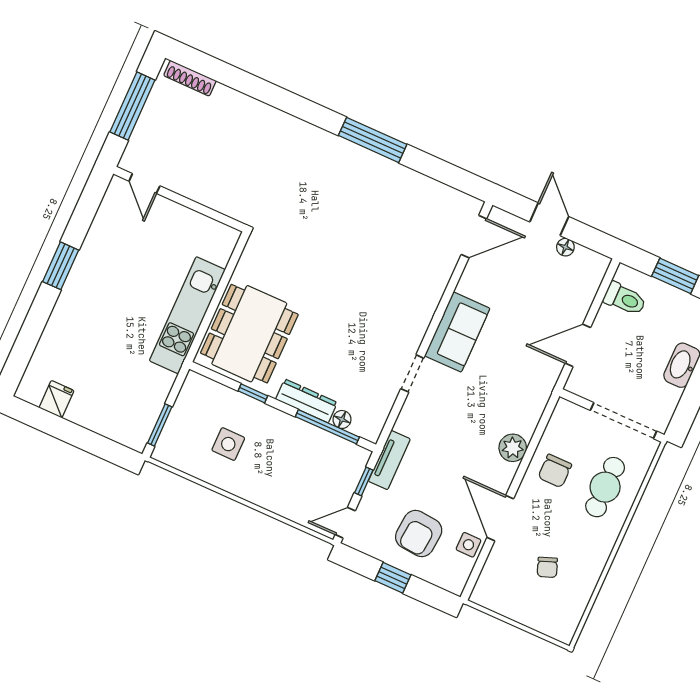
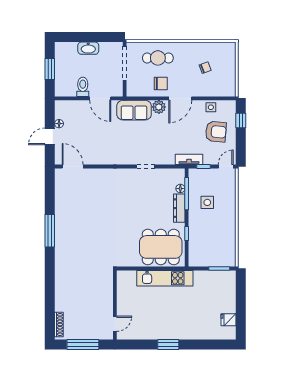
toilet: (625, 299) -> (83, 87), moved
sofa: (457, 332) -> (134, 110), moved, turned 180
side table: (228, 444) -> (207, 202), moved
door: (500, 518) -> (180, 98), moved
door: (345, 523) -> (226, 166), swing flipped
window: (393, 578) -> (241, 121), moved

